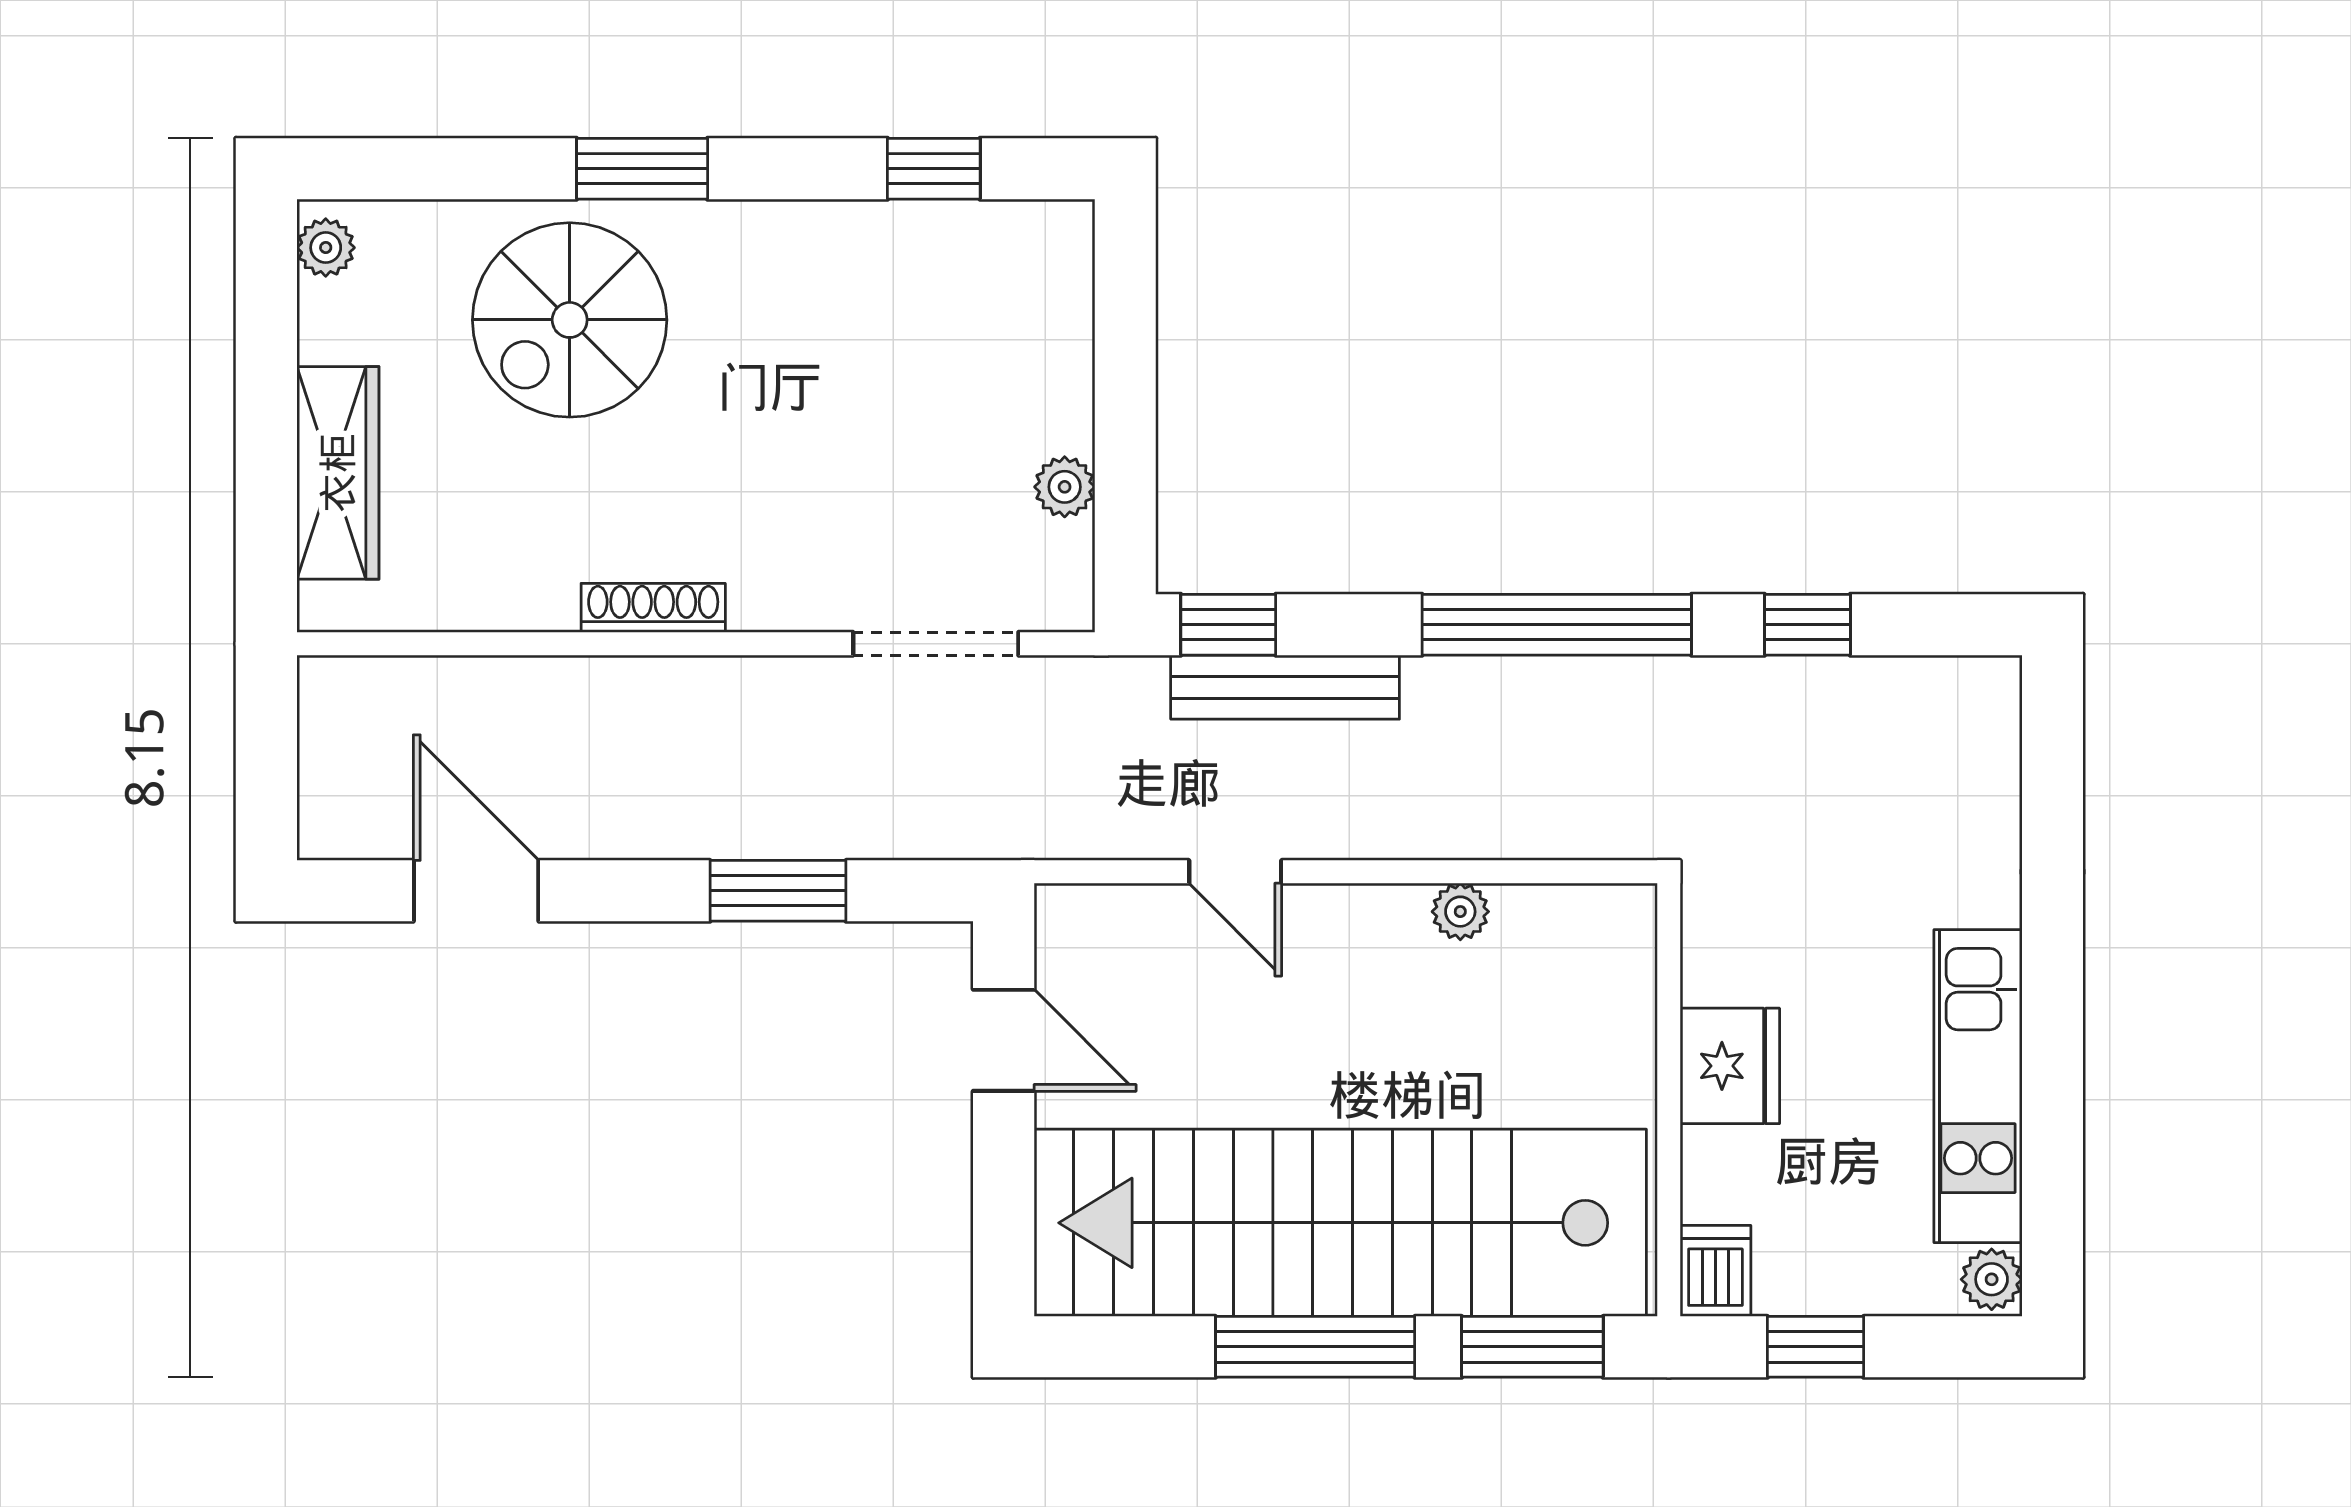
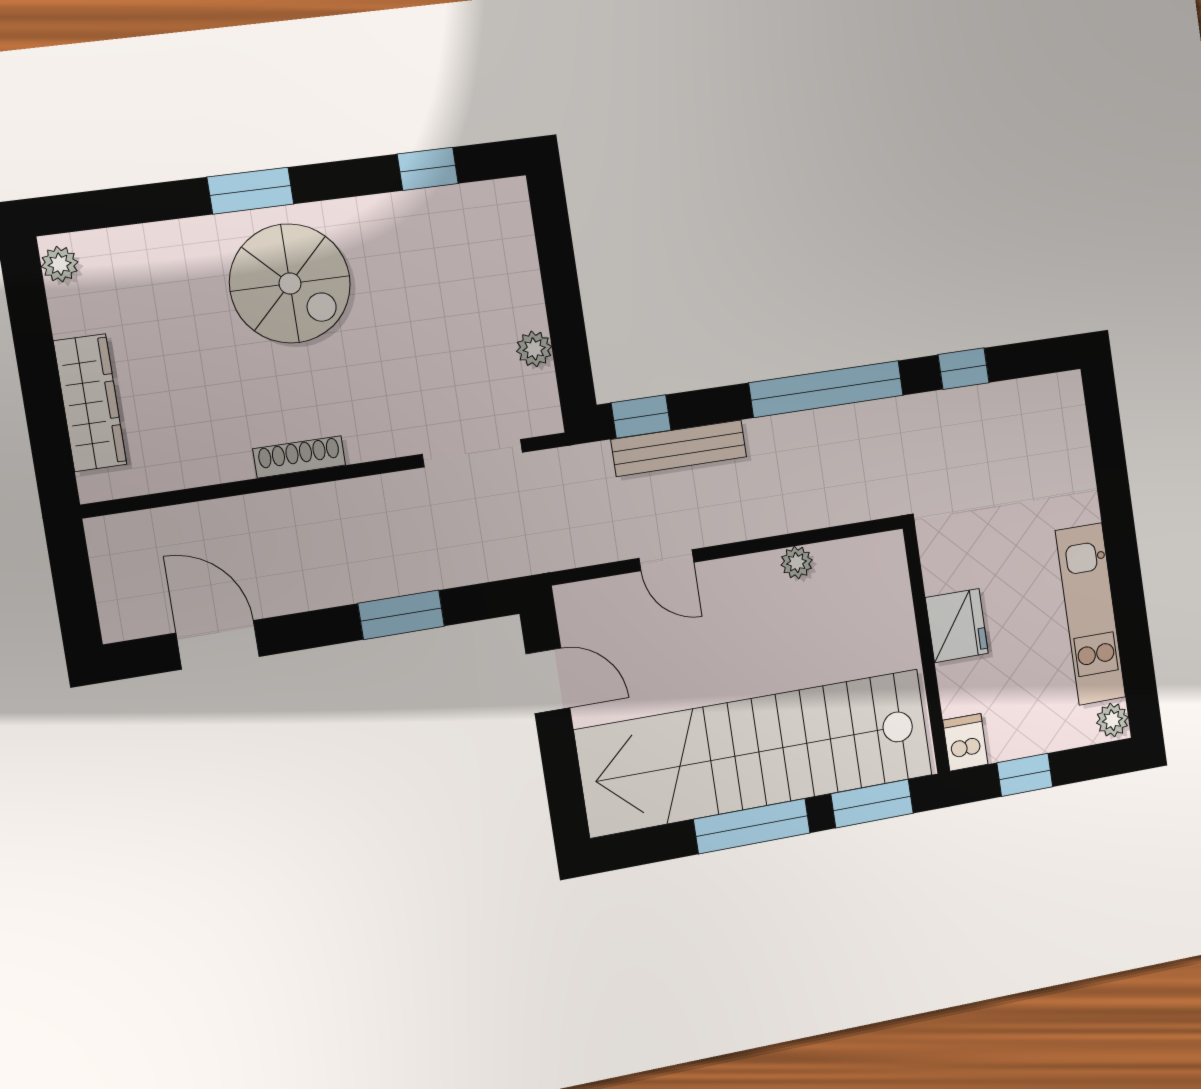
spiral stairs: (570, 320) -> (290, 284), moved, turned -90

